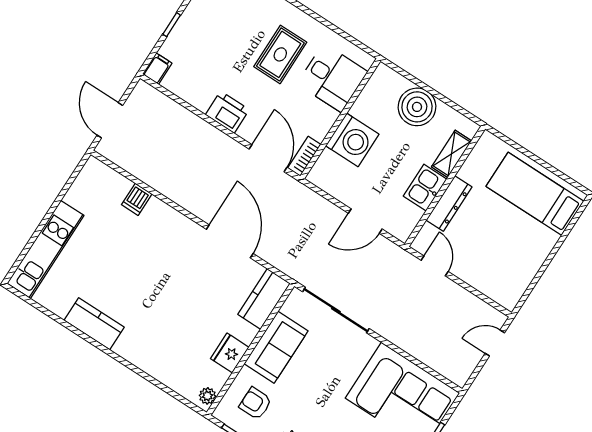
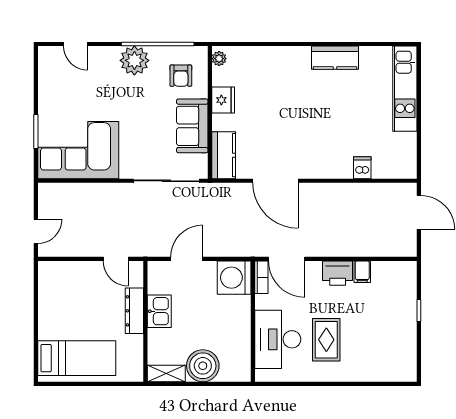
filing cabinet: (157, 69) -> (362, 272), moved
desk: (332, 78) -> (278, 339), width x1.37
washing machine: (352, 140) -> (234, 278), moved
shelving: (452, 154) -> (166, 374), moved, turned 90
armchair: (255, 403) -> (181, 76), turned 90

